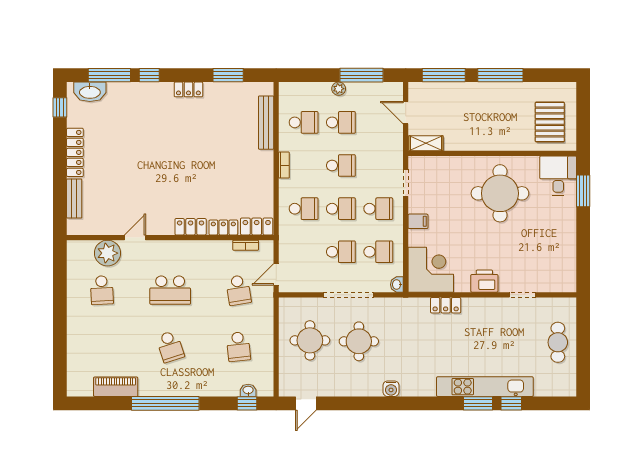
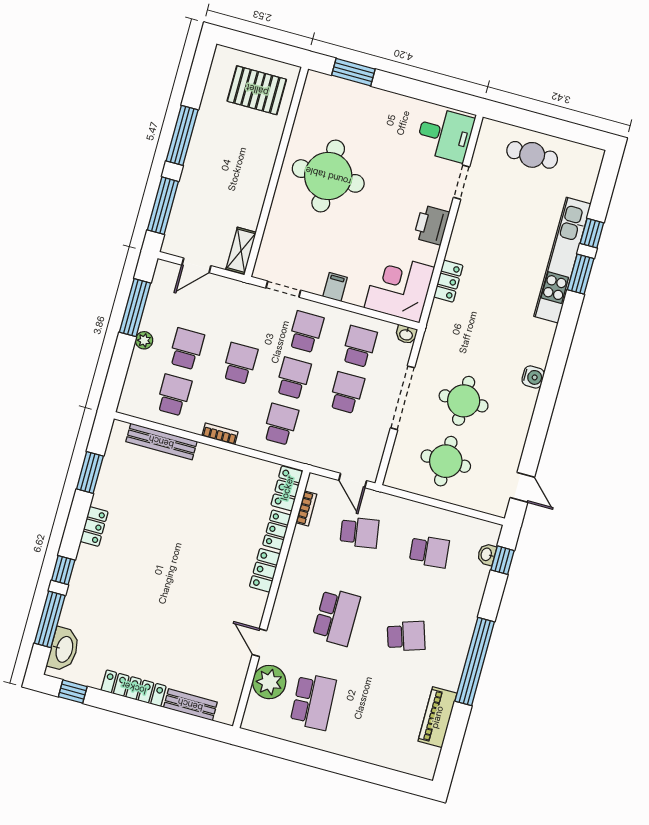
desk: (558, 176) -> (445, 134), moved, turned 180
school desk: (102, 290) -> (313, 702), width x1.85

